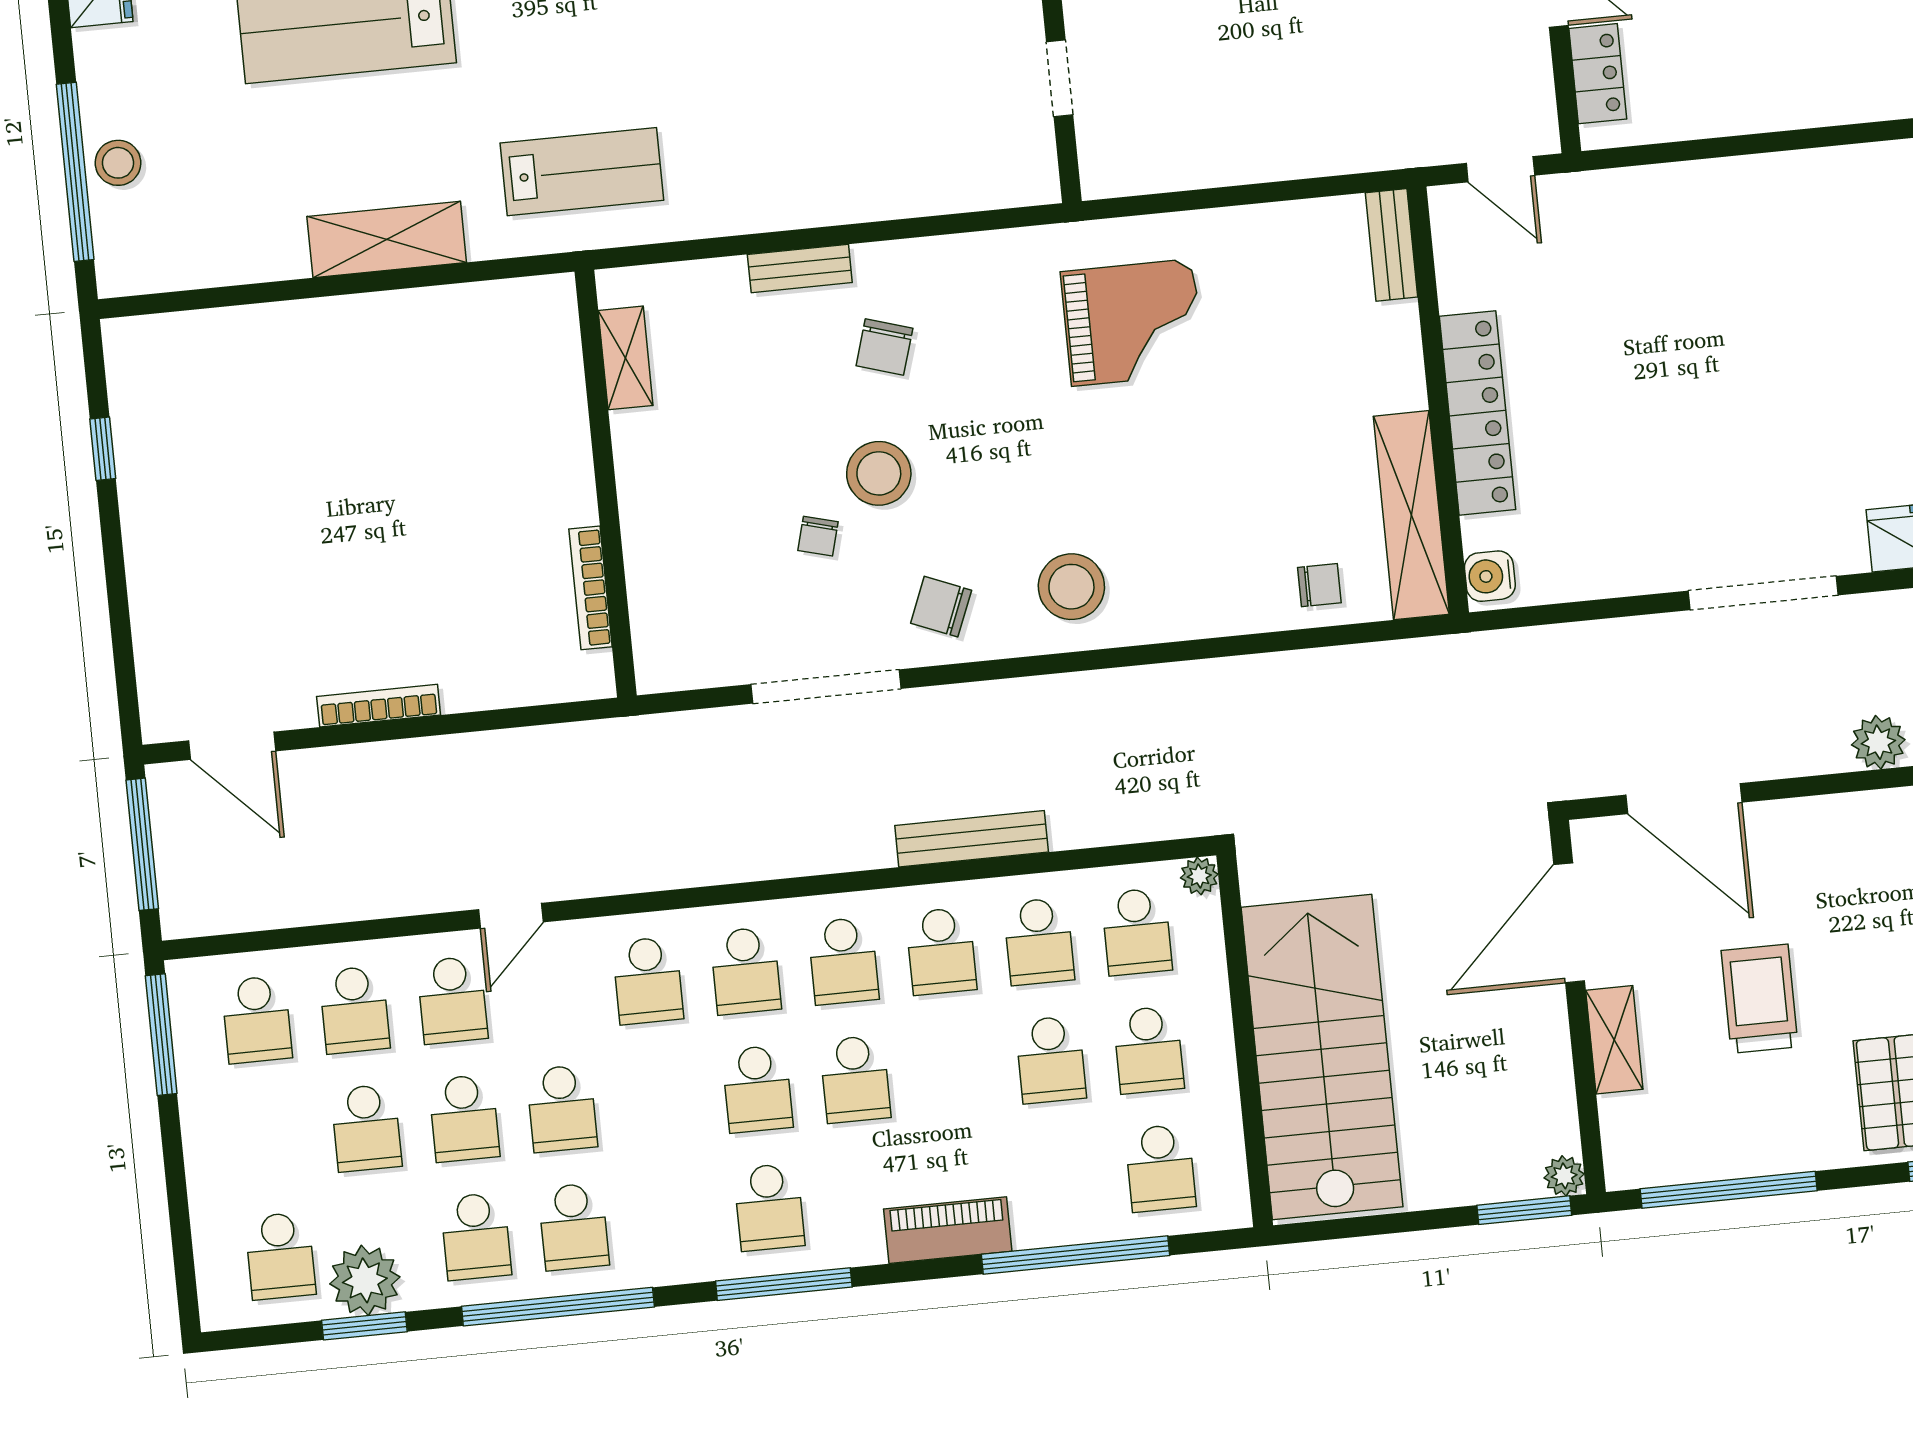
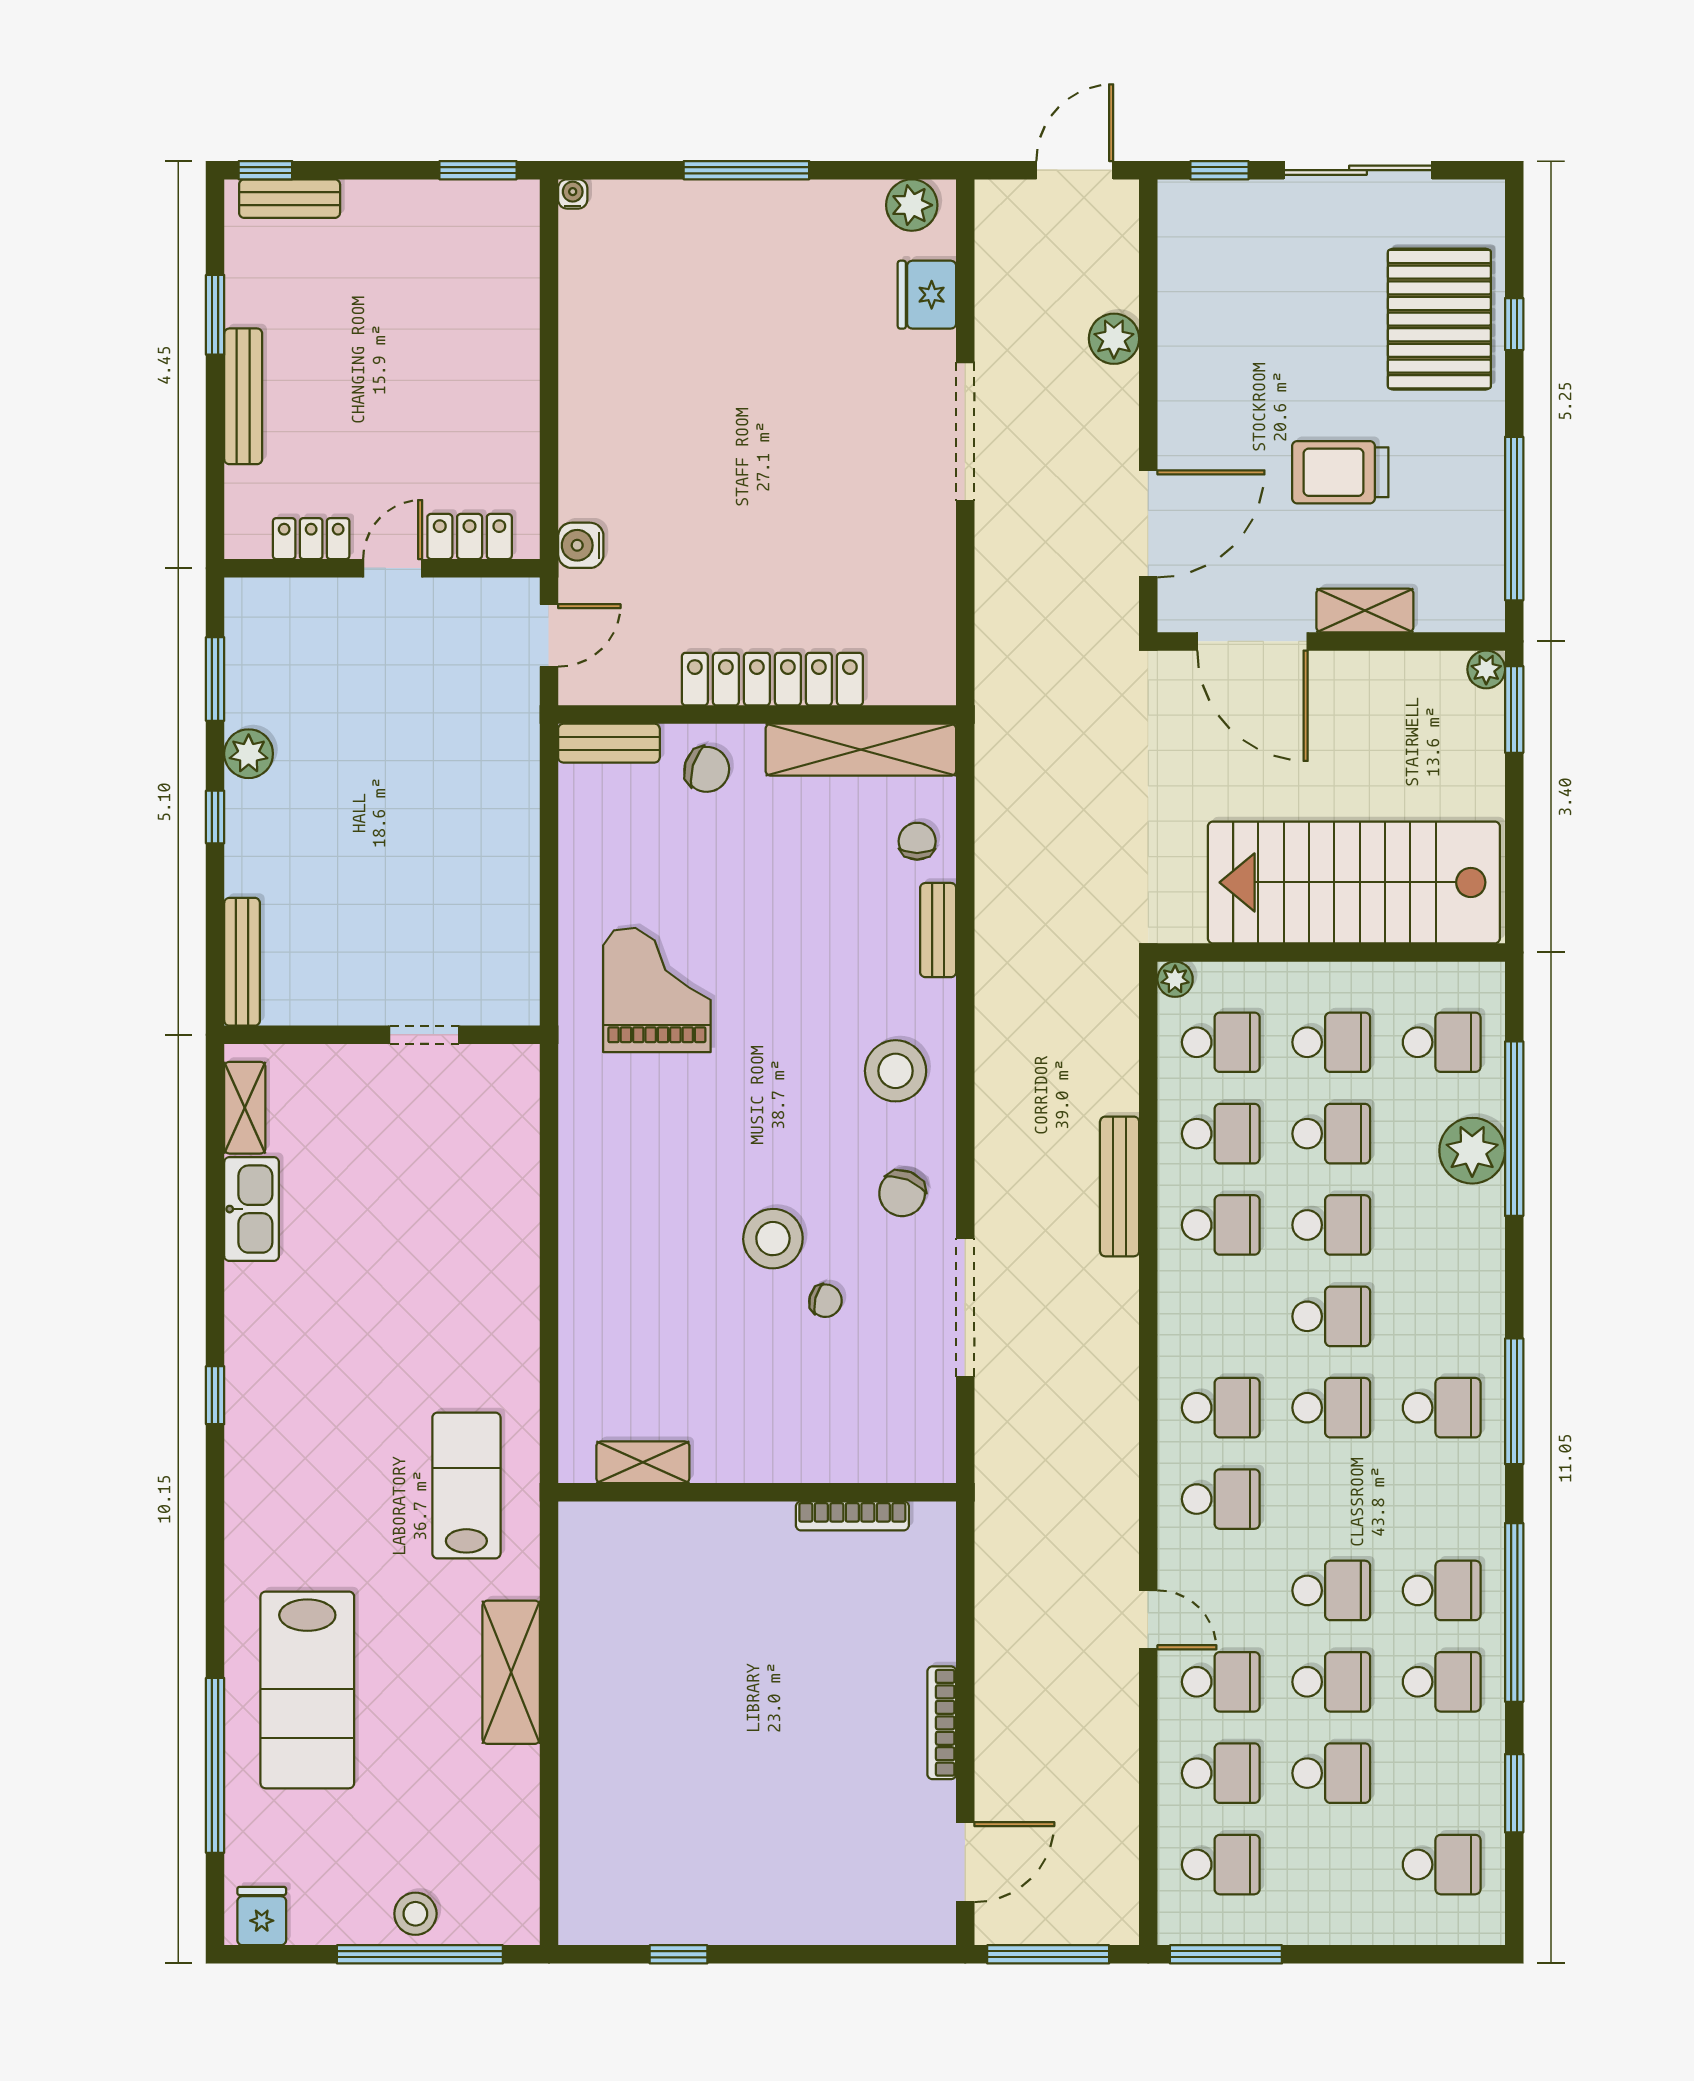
bench: (800, 269) -> (938, 930), moved
chair: (884, 347) -> (707, 769), moved
water cooler: (1490, 576) -> (581, 545), moved, turned 90
school desk: (843, 961) -> (1331, 1225), moved
piano: (948, 1230) -> (1479, 1245), removed
plant: (365, 1280) -> (1472, 1151), moved

